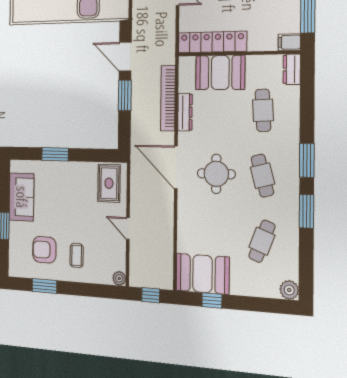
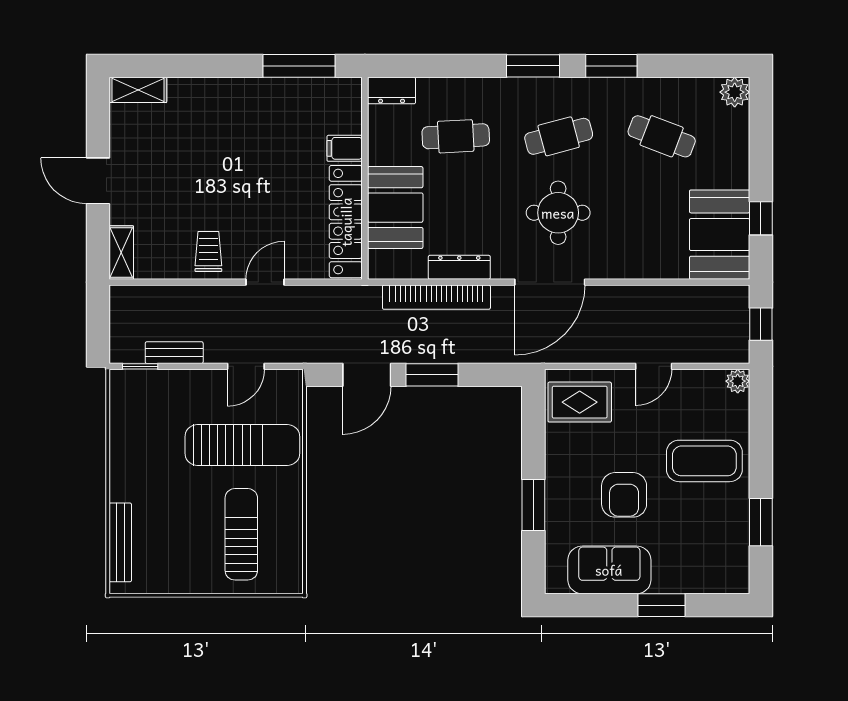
filing cabinet: (289, 42) -> (345, 148), moved, turned 90
armchair: (44, 250) -> (624, 495), moved
coffee table: (77, 255) -> (704, 461), width x1.86, depth x1.72

